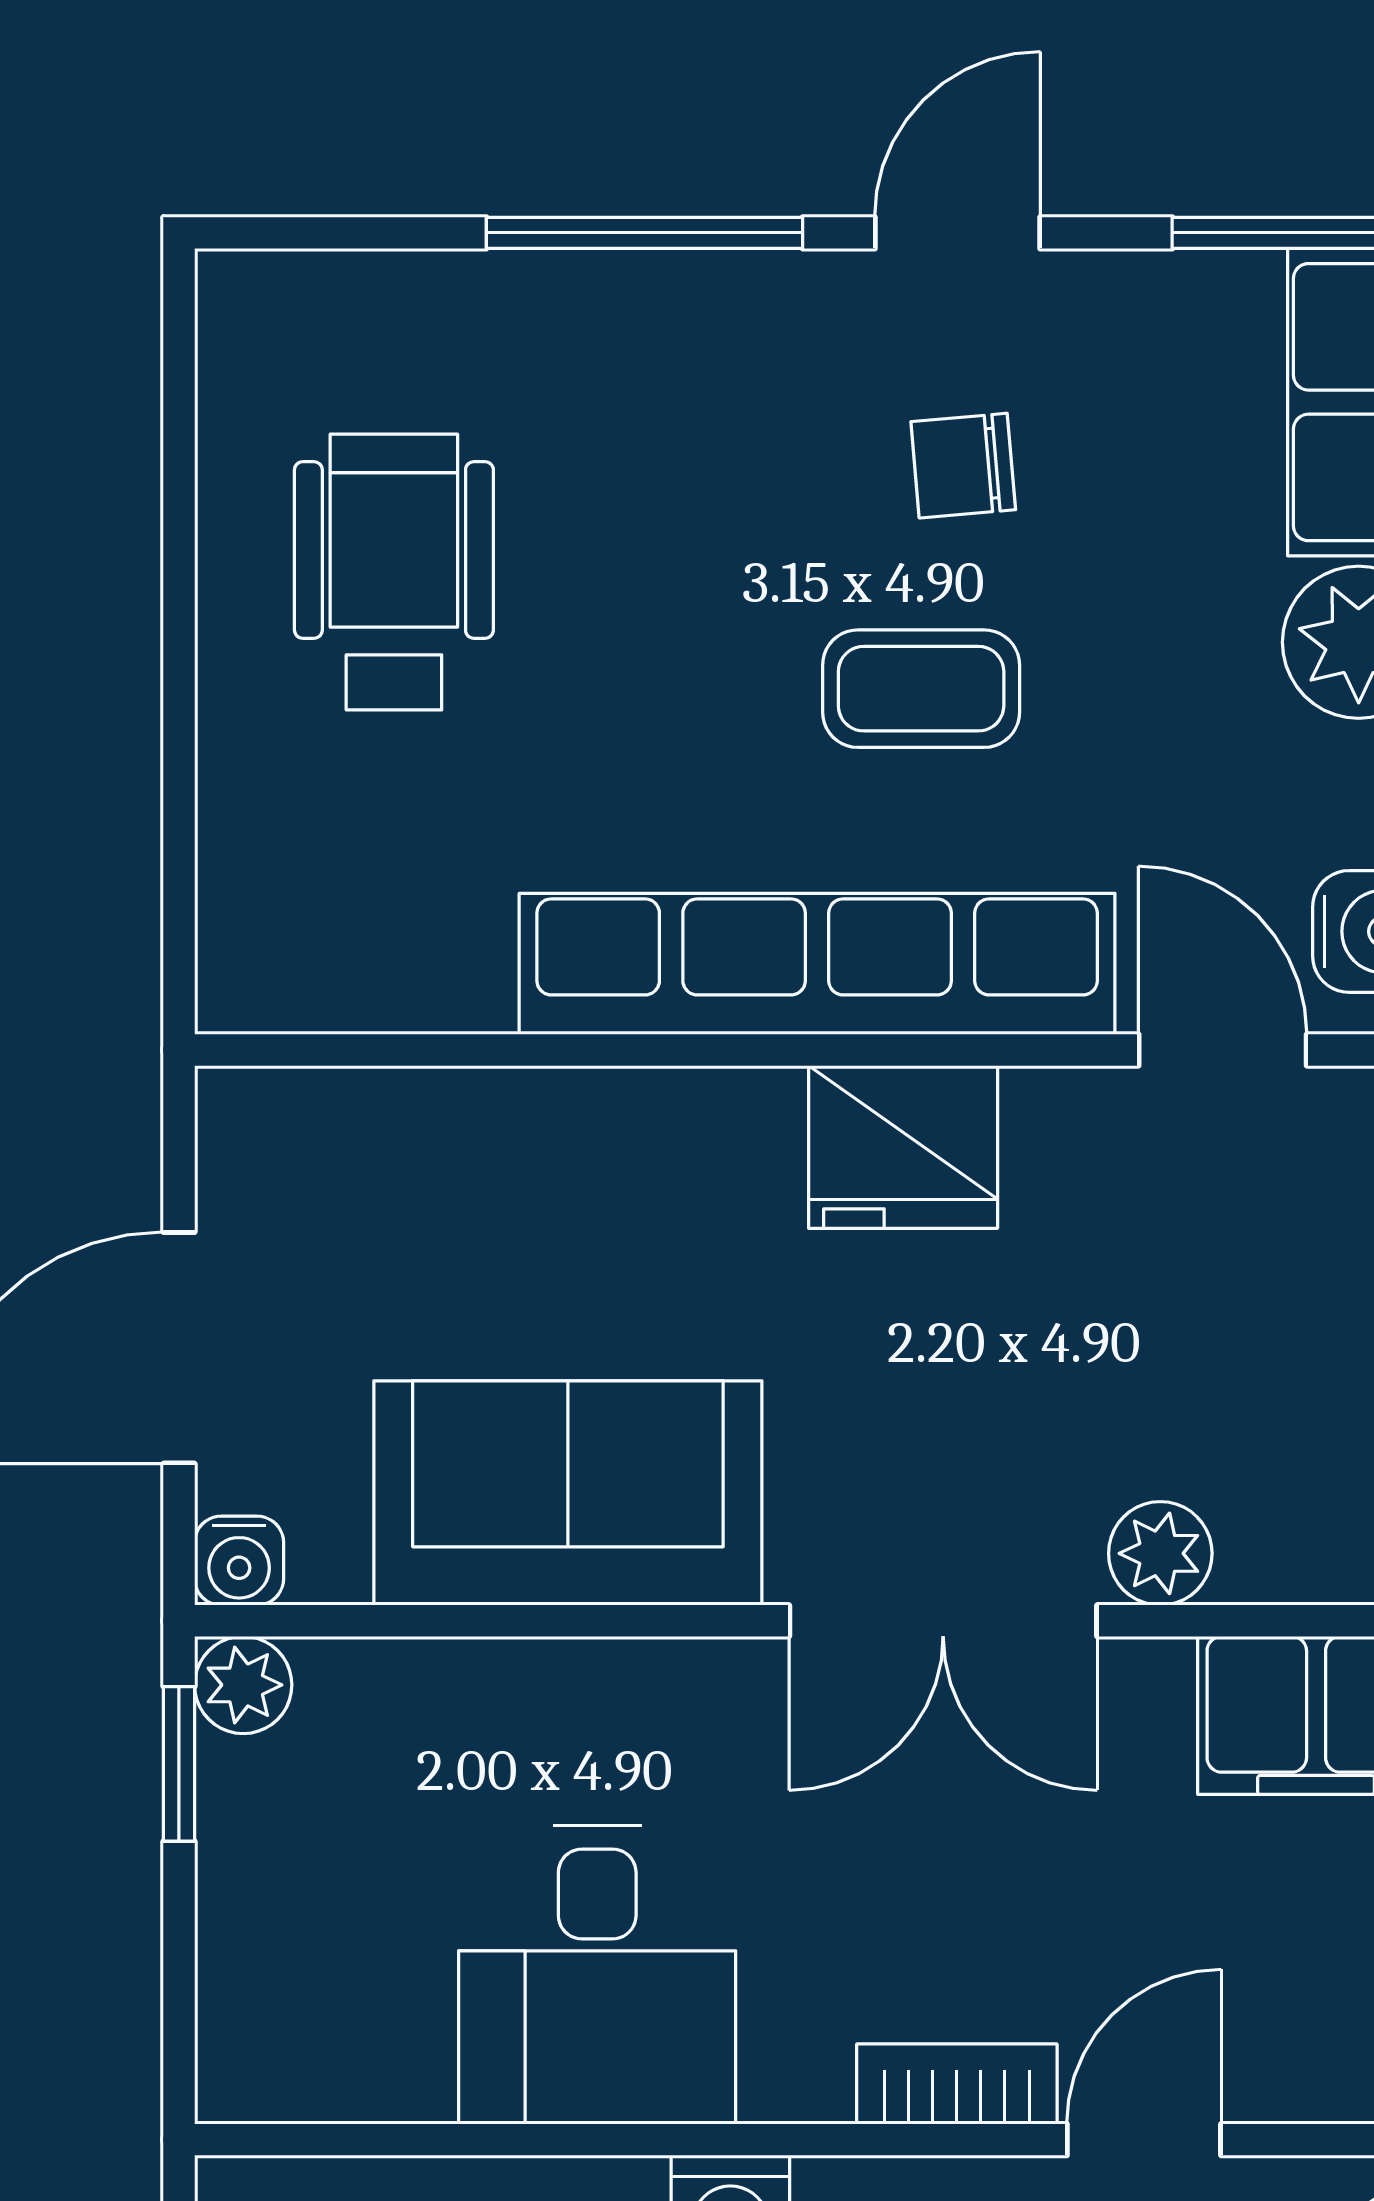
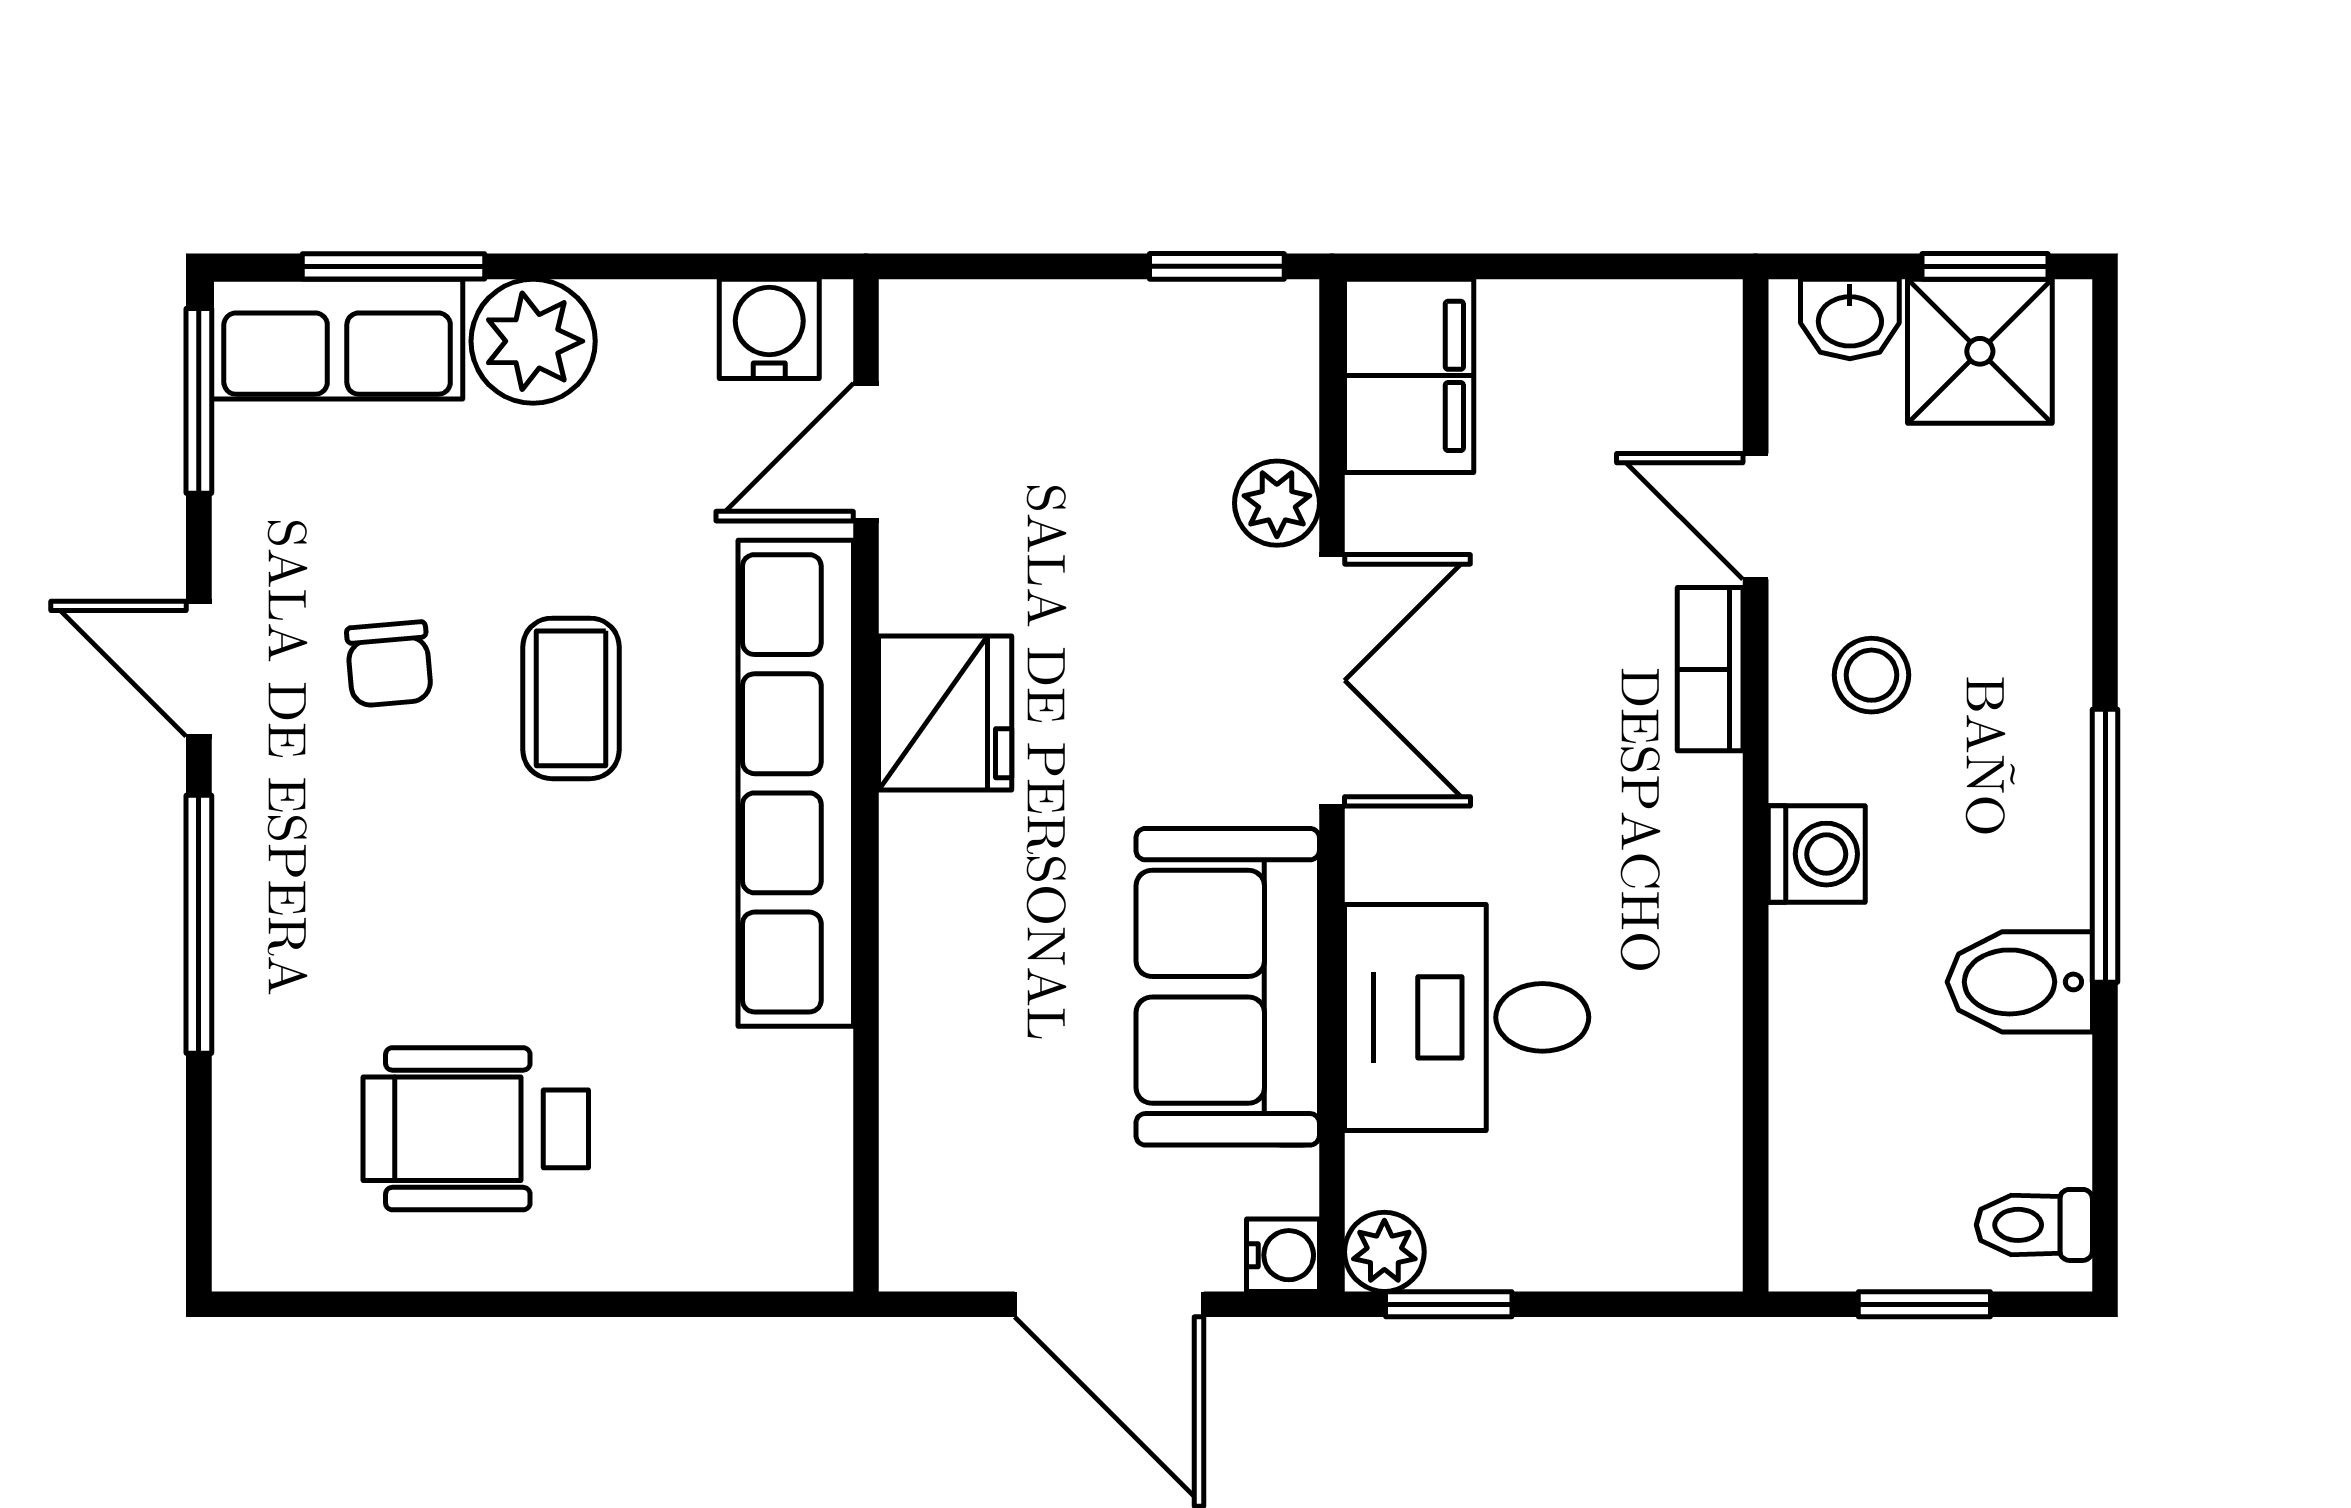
desk: (597, 1975) -> (1467, 1017), moved, turned 180

